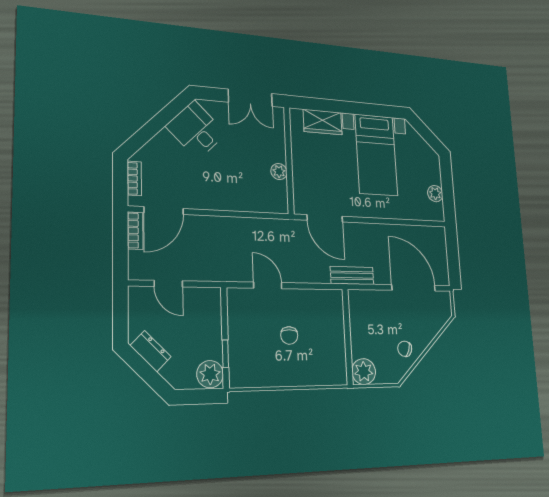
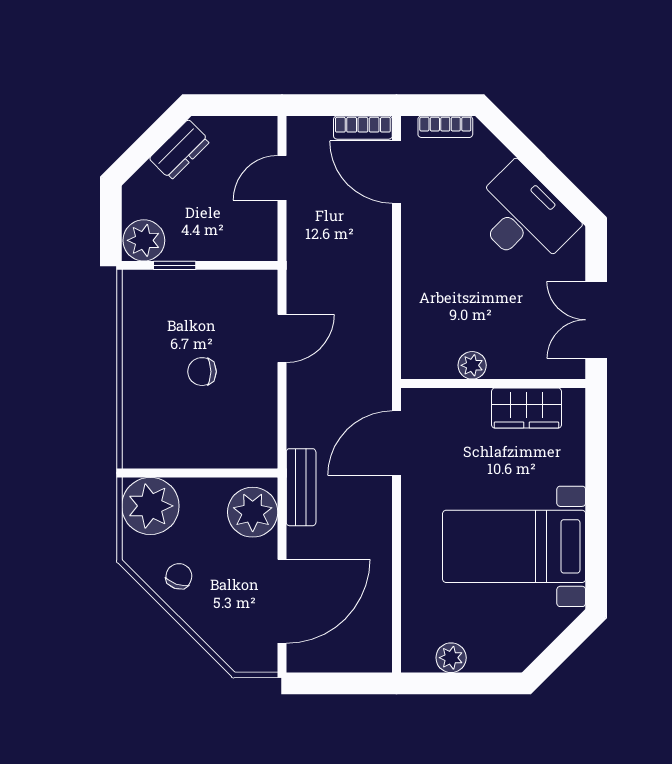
wardrobe: (323, 122) -> (526, 408), moved, turned -90
desk: (196, 130) -> (523, 217), width x1.37
plant: (367, 305) -> (253, 512), added
plant: (364, 372) -> (150, 506), width x1.36, depth x1.36

